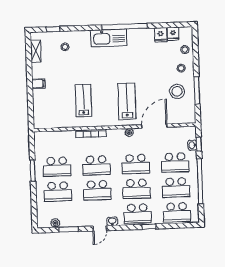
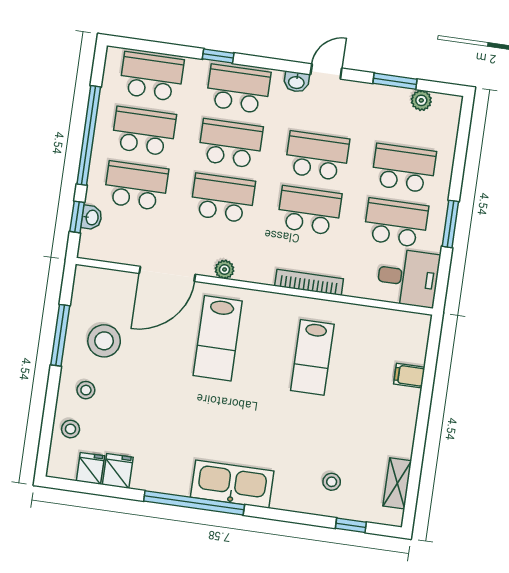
filing cabinet: (38, 84) -> (409, 376), moved
desk: (47, 143) -> (408, 278), added

